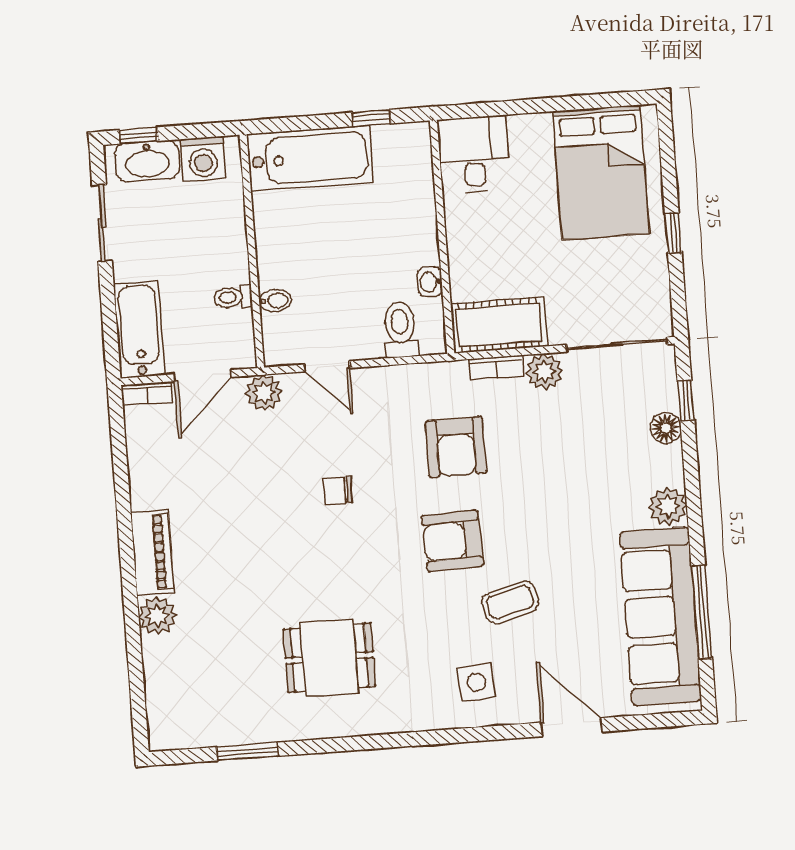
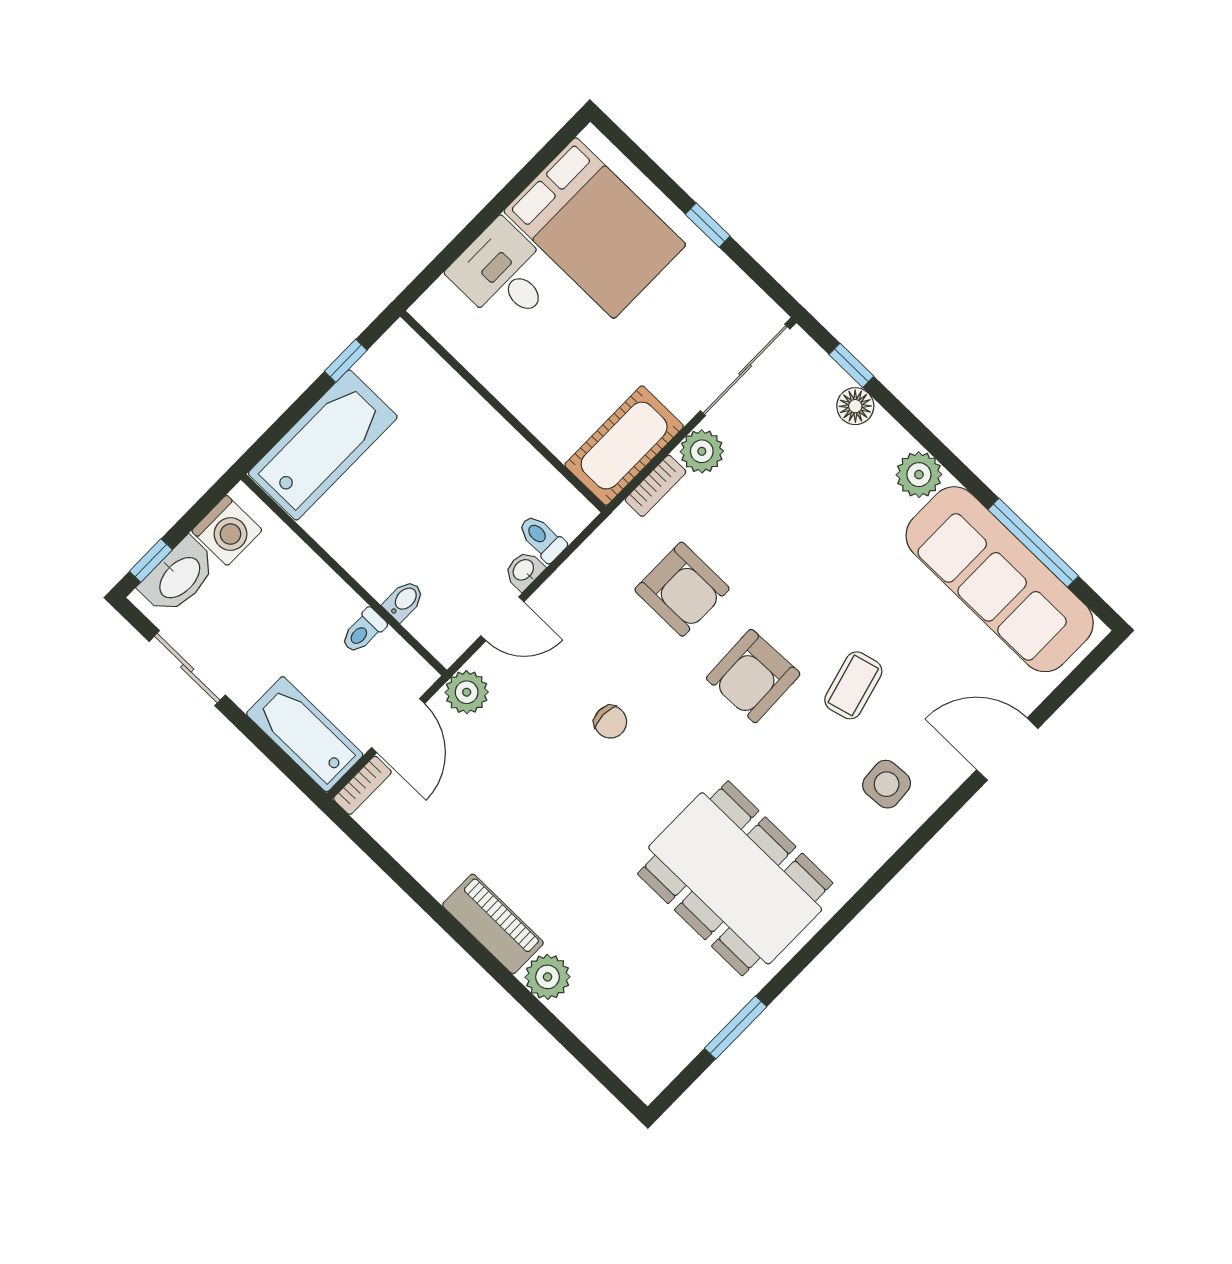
desk: (474, 154) -> (504, 274), moved
washbasin: (430, 282) -> (524, 570), moved, turned 90
toilet: (400, 330) -> (542, 538), width x0.73, depth x0.72
chair: (338, 491) -> (610, 722), turned -90
dining table: (329, 658) -> (735, 878), width x1.88, depth x1.24

